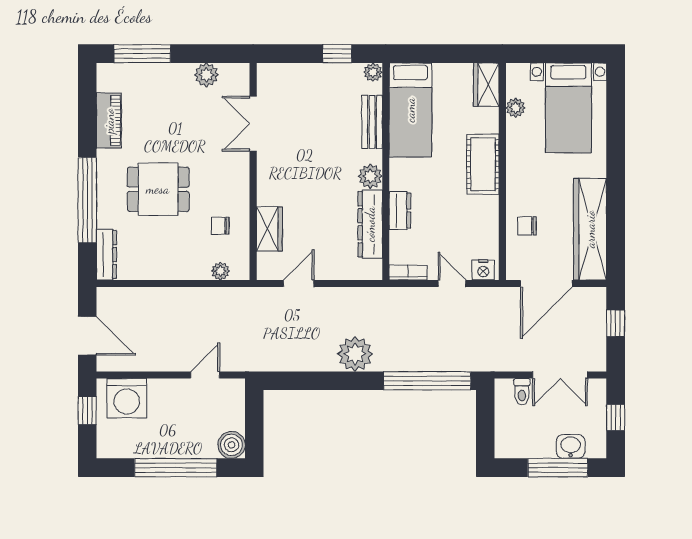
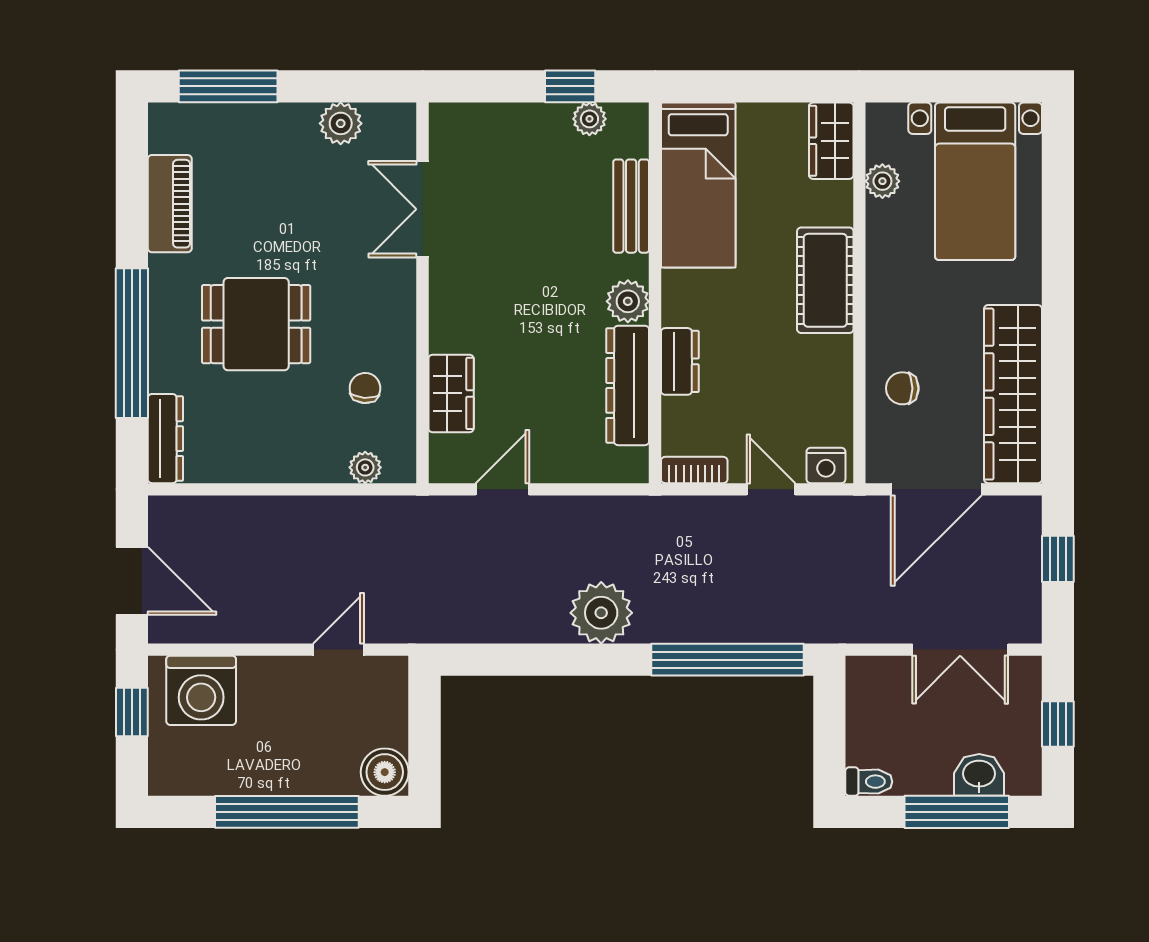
plant: (373, 72) -> (589, 119), moved
chair: (220, 226) -> (365, 388), turned 94
toilet: (522, 392) -> (869, 782), moved, turned -90

